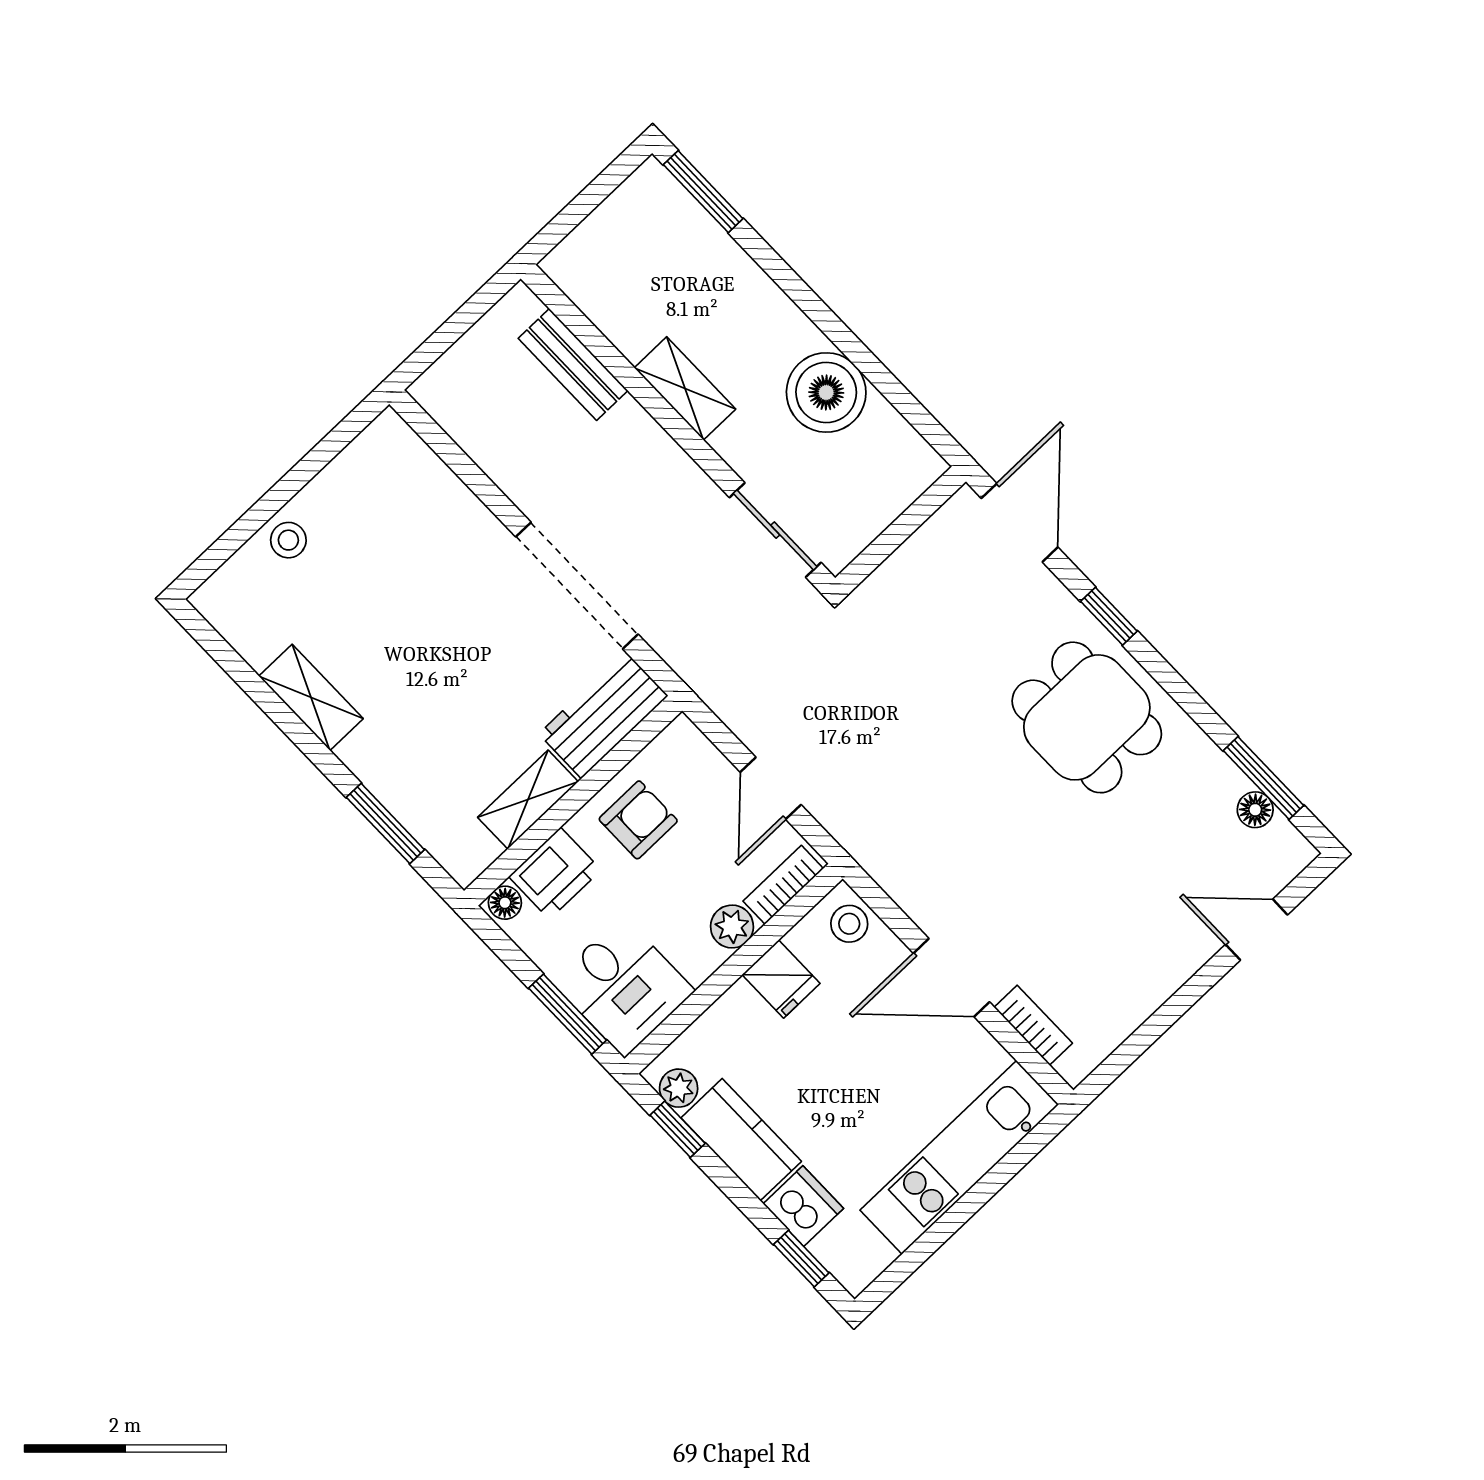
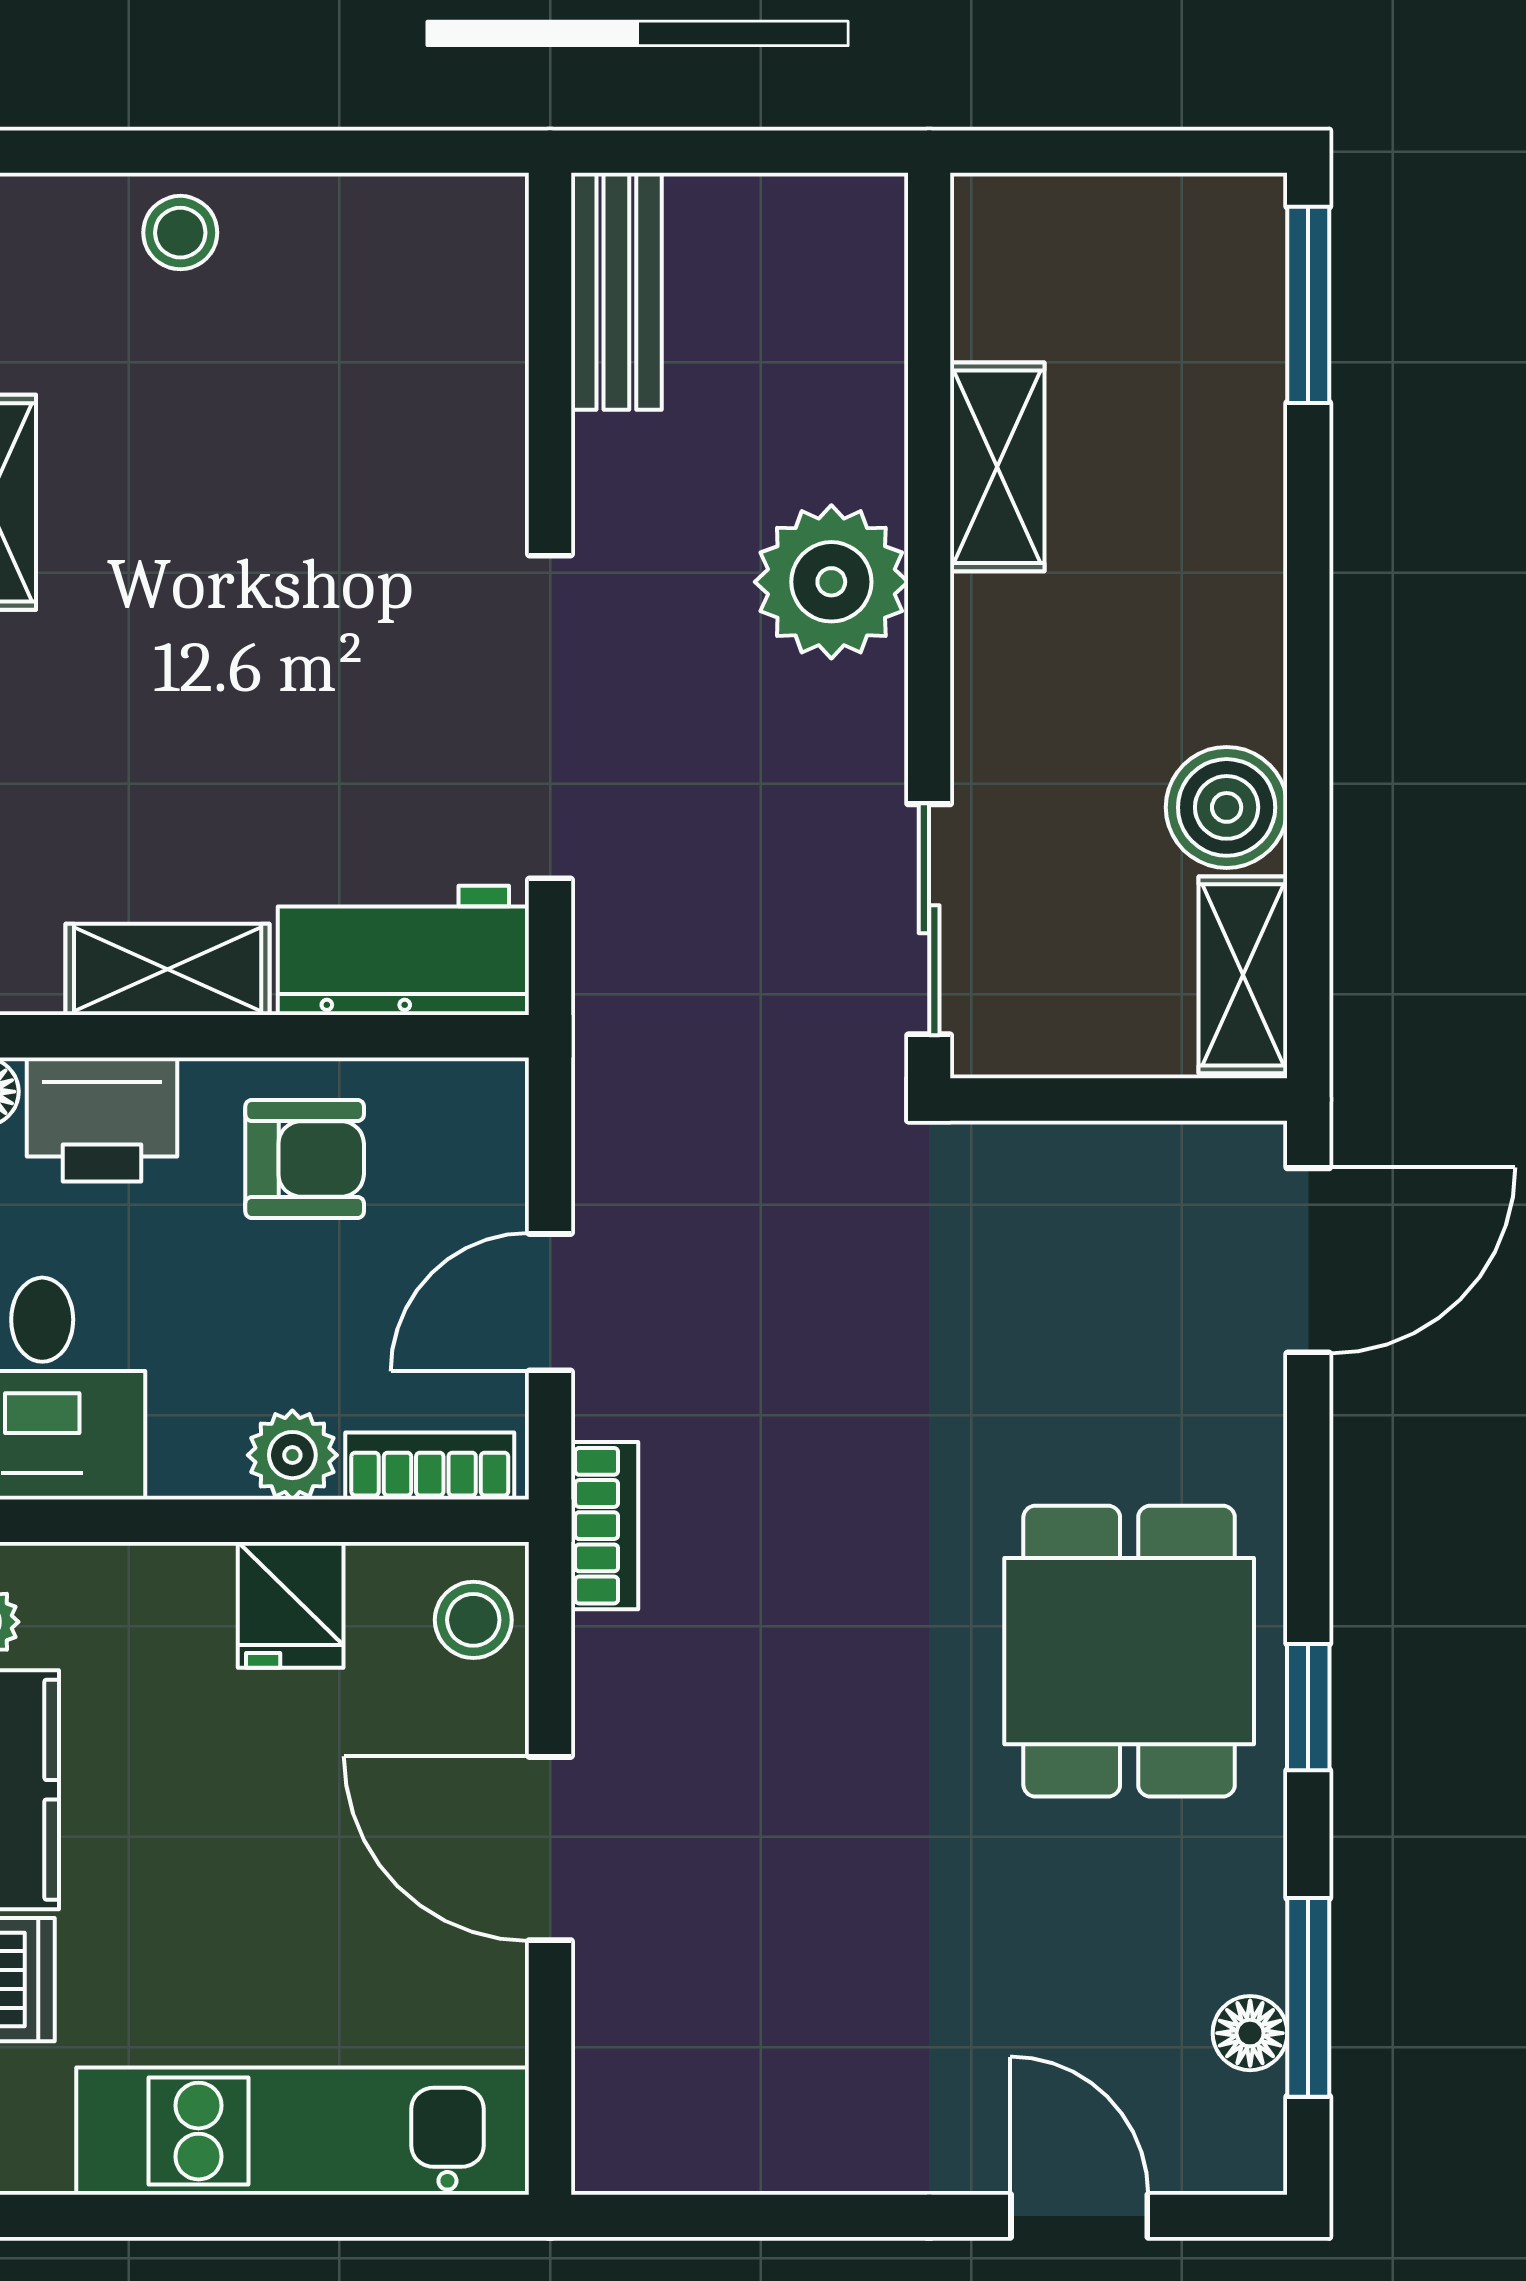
bench: (573, 365) -> (616, 291), moved
shelving: (685, 388) -> (997, 467), moved
boiler: (826, 392) -> (1227, 807), width x0.73, depth x0.73
shelving: (902, 445) -> (1243, 975), added
plant: (630, 446) -> (831, 582), added
window: (1109, 616) -> (1308, 1707), moved
bookcase: (1033, 1025) -> (605, 1526), moved

